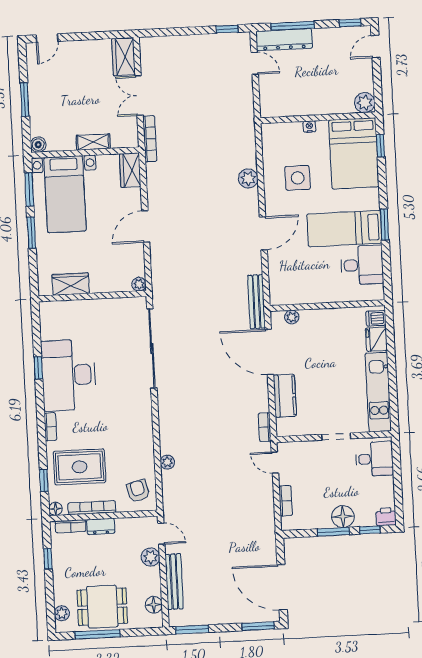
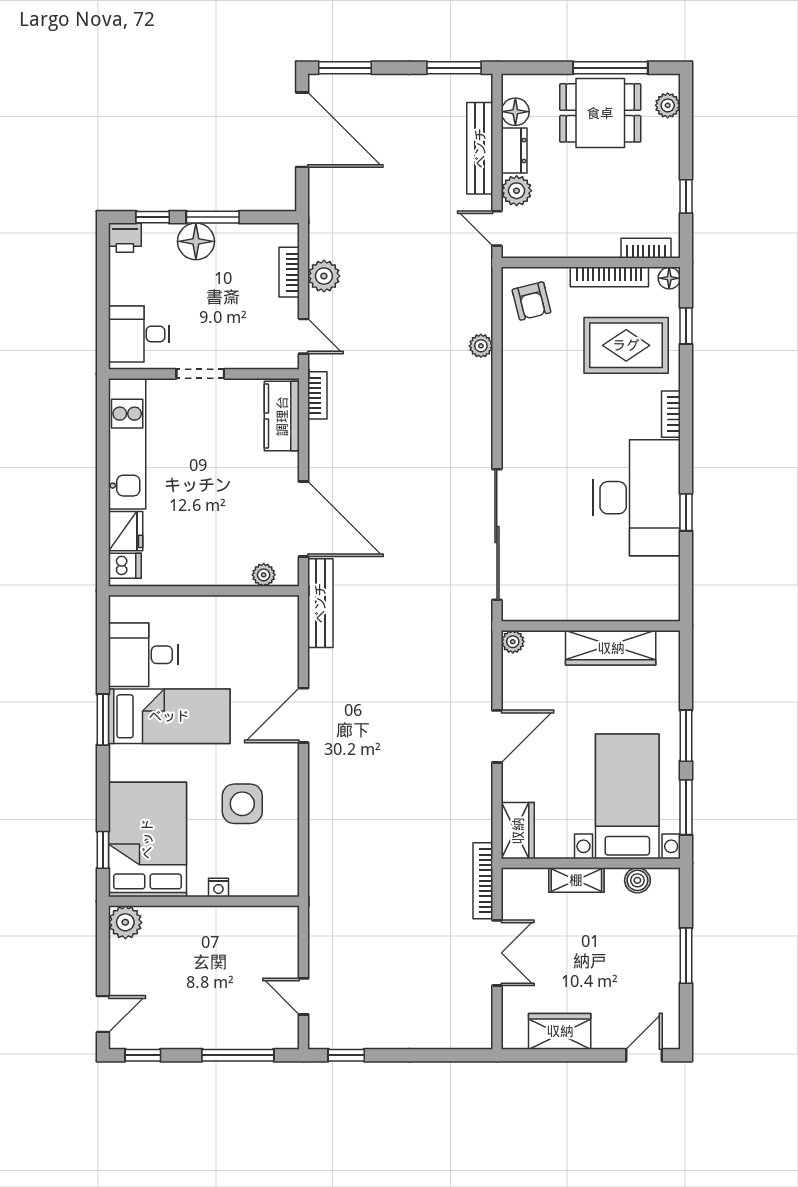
dresser: (284, 40) -> (253, 1033), removed
wardrobe: (123, 57) -> (560, 1031), moved, turned -90
boiler: (38, 145) -> (637, 880), moved
plant: (248, 178) -> (324, 276), moved
wardrobe: (71, 284) -> (611, 648), width x1.50
kitchen counter: (285, 396) -> (282, 416), moved
dresser: (101, 526) -> (514, 151), moved, turned 90

